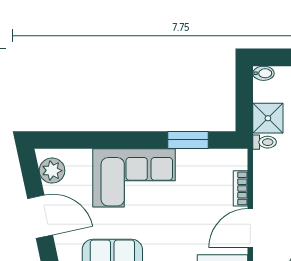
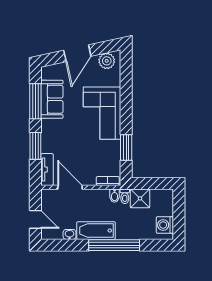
bidet: (264, 73) -> (115, 196), moved
bookcase: (241, 188) -> (108, 181), moved

